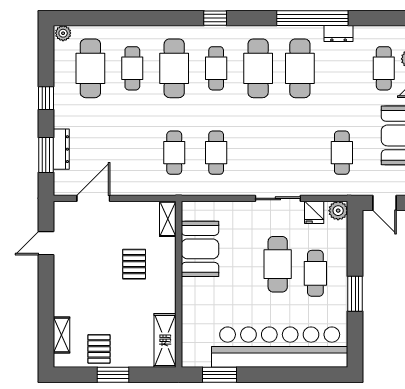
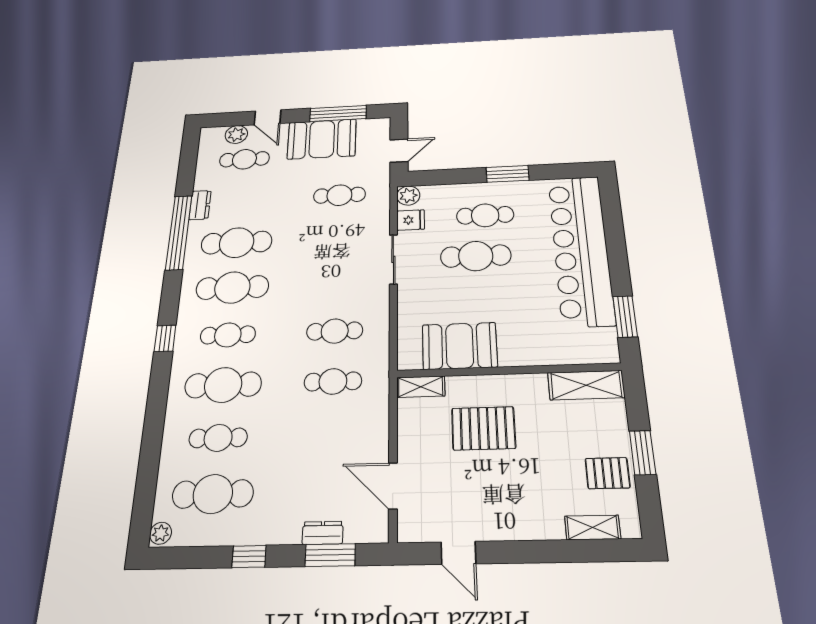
dresser: (61, 149) -> (323, 533), width x0.70
pallet: (134, 264) -> (483, 428), width x1.50, depth x1.42

